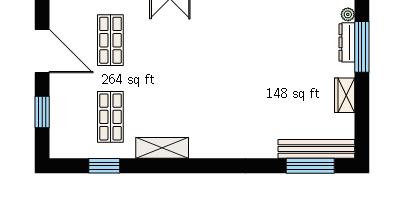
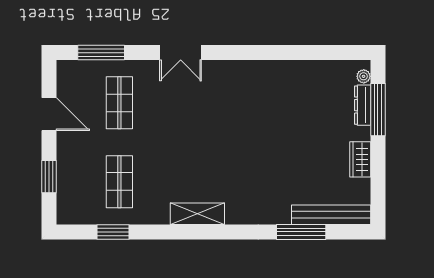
door: (42, 51) -> (49, 114), width x0.73
shelving: (162, 148) -> (197, 214), moved
window: (310, 166) -> (301, 232), moved

